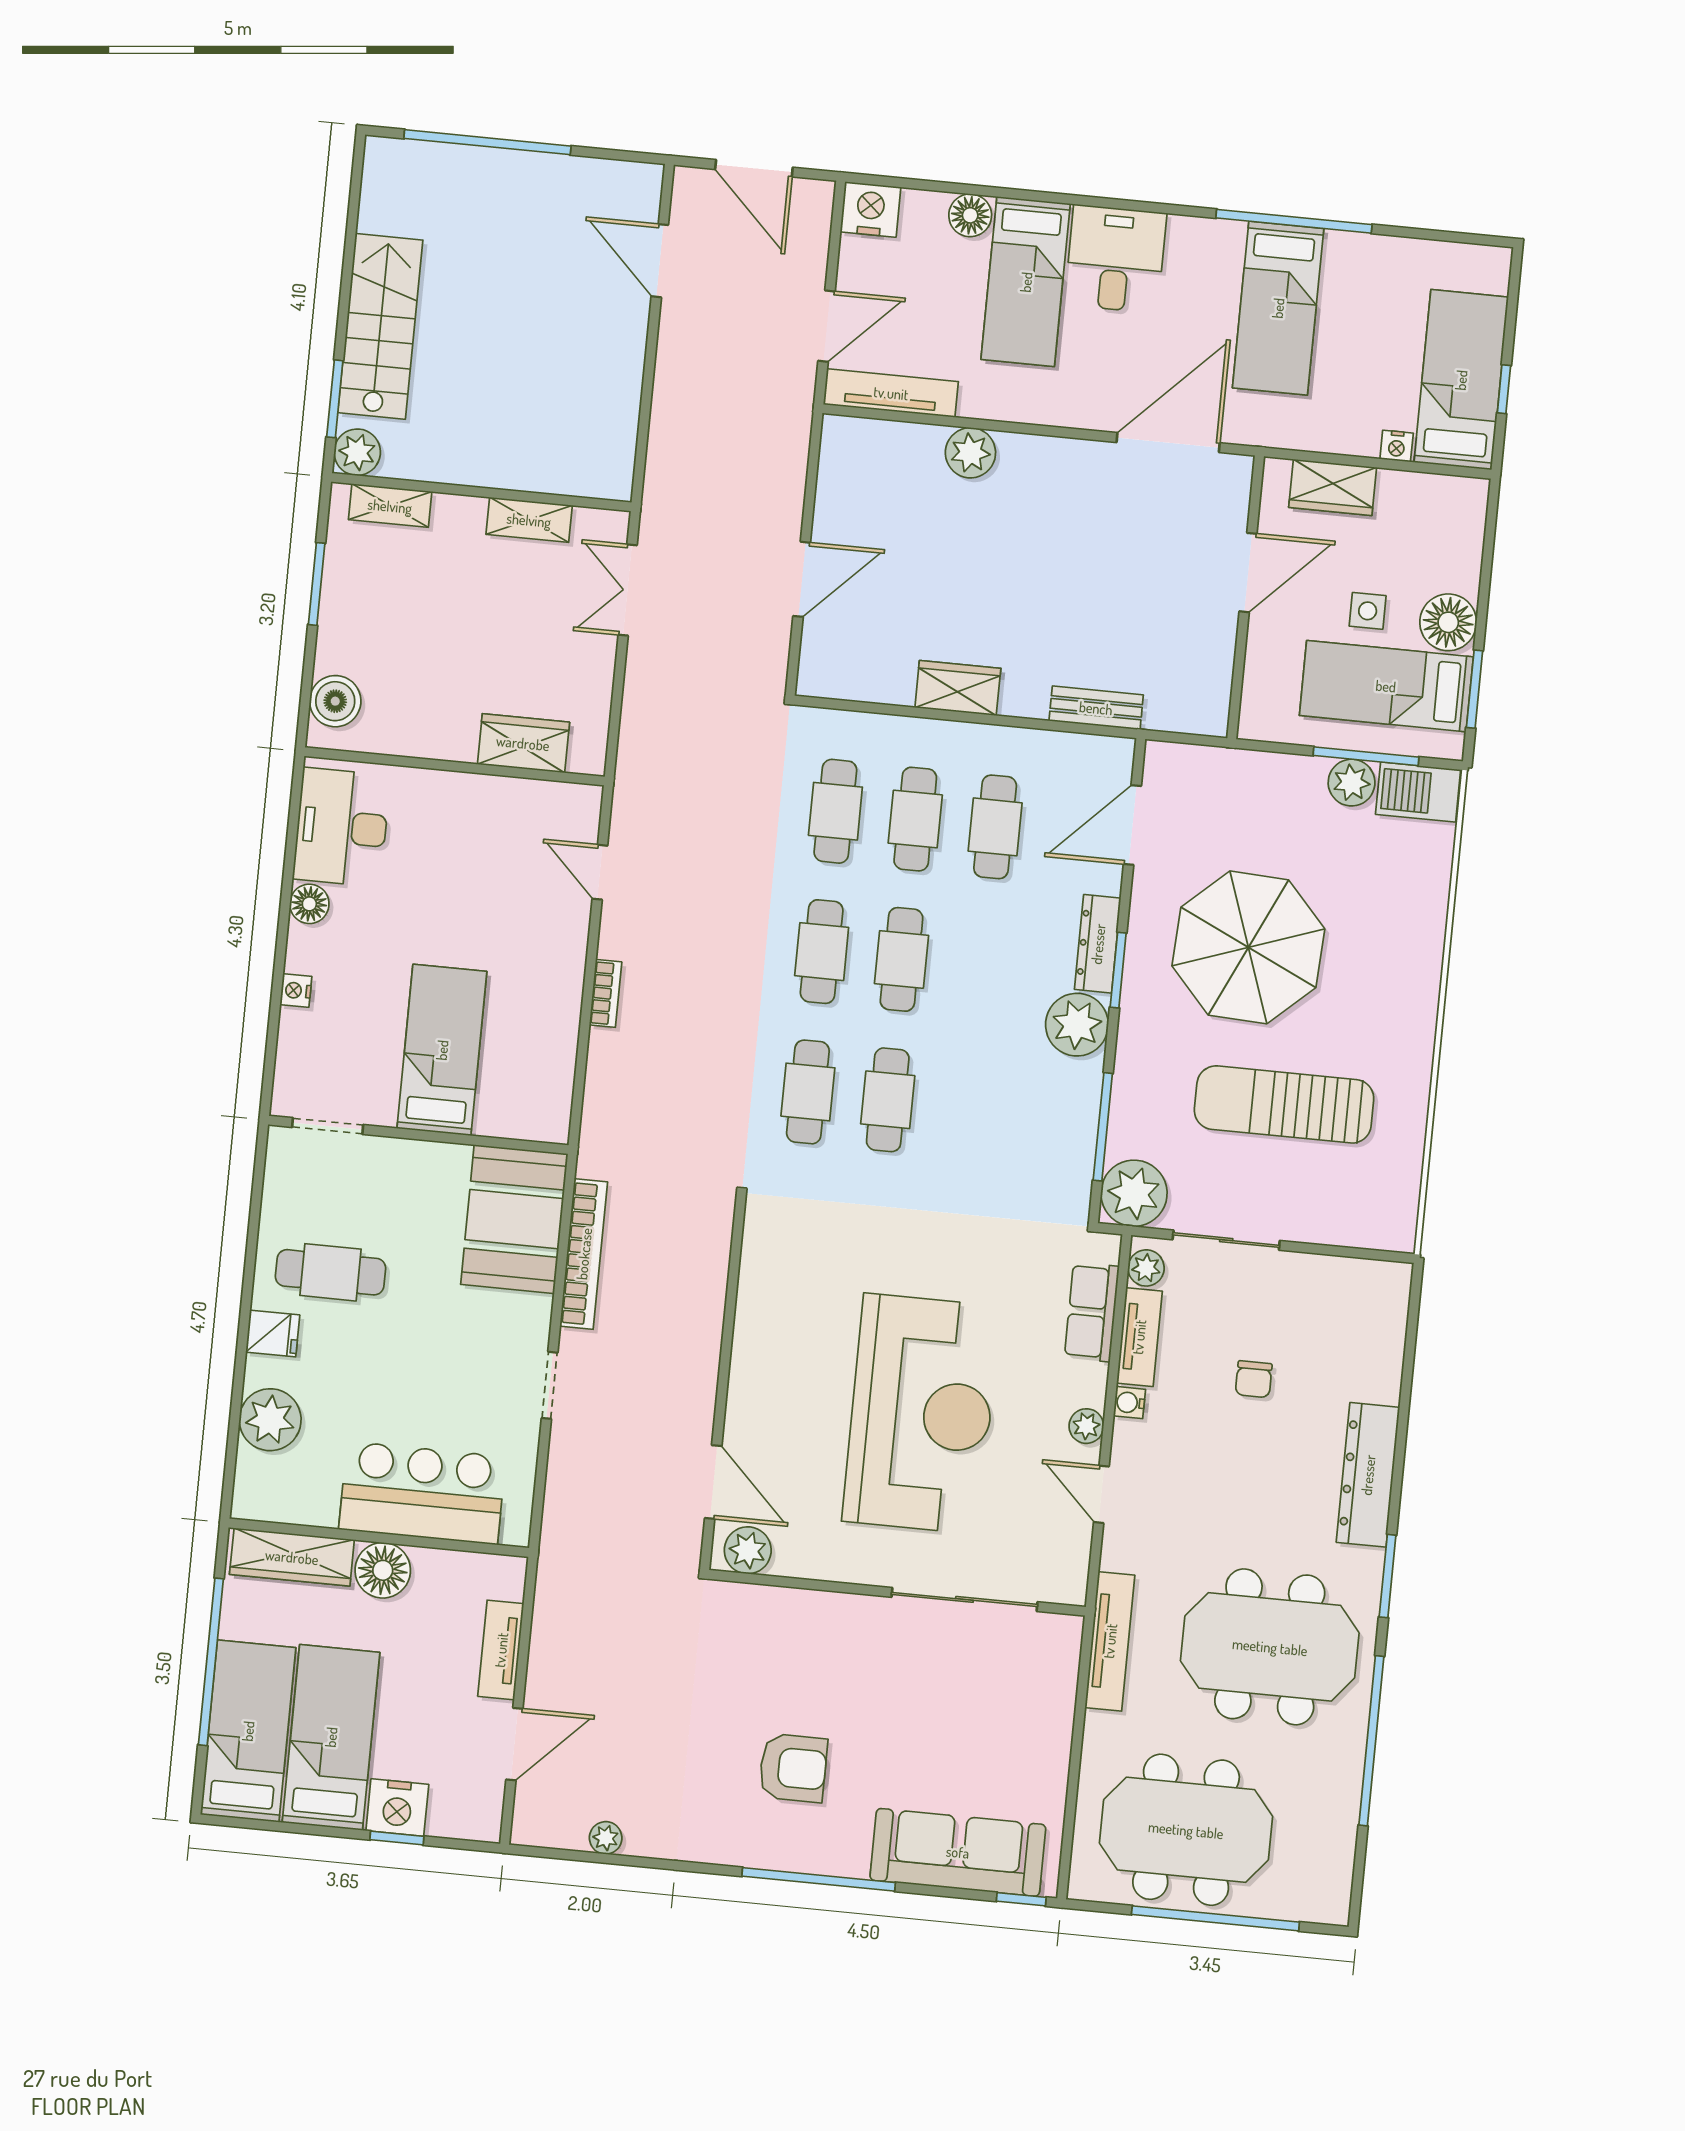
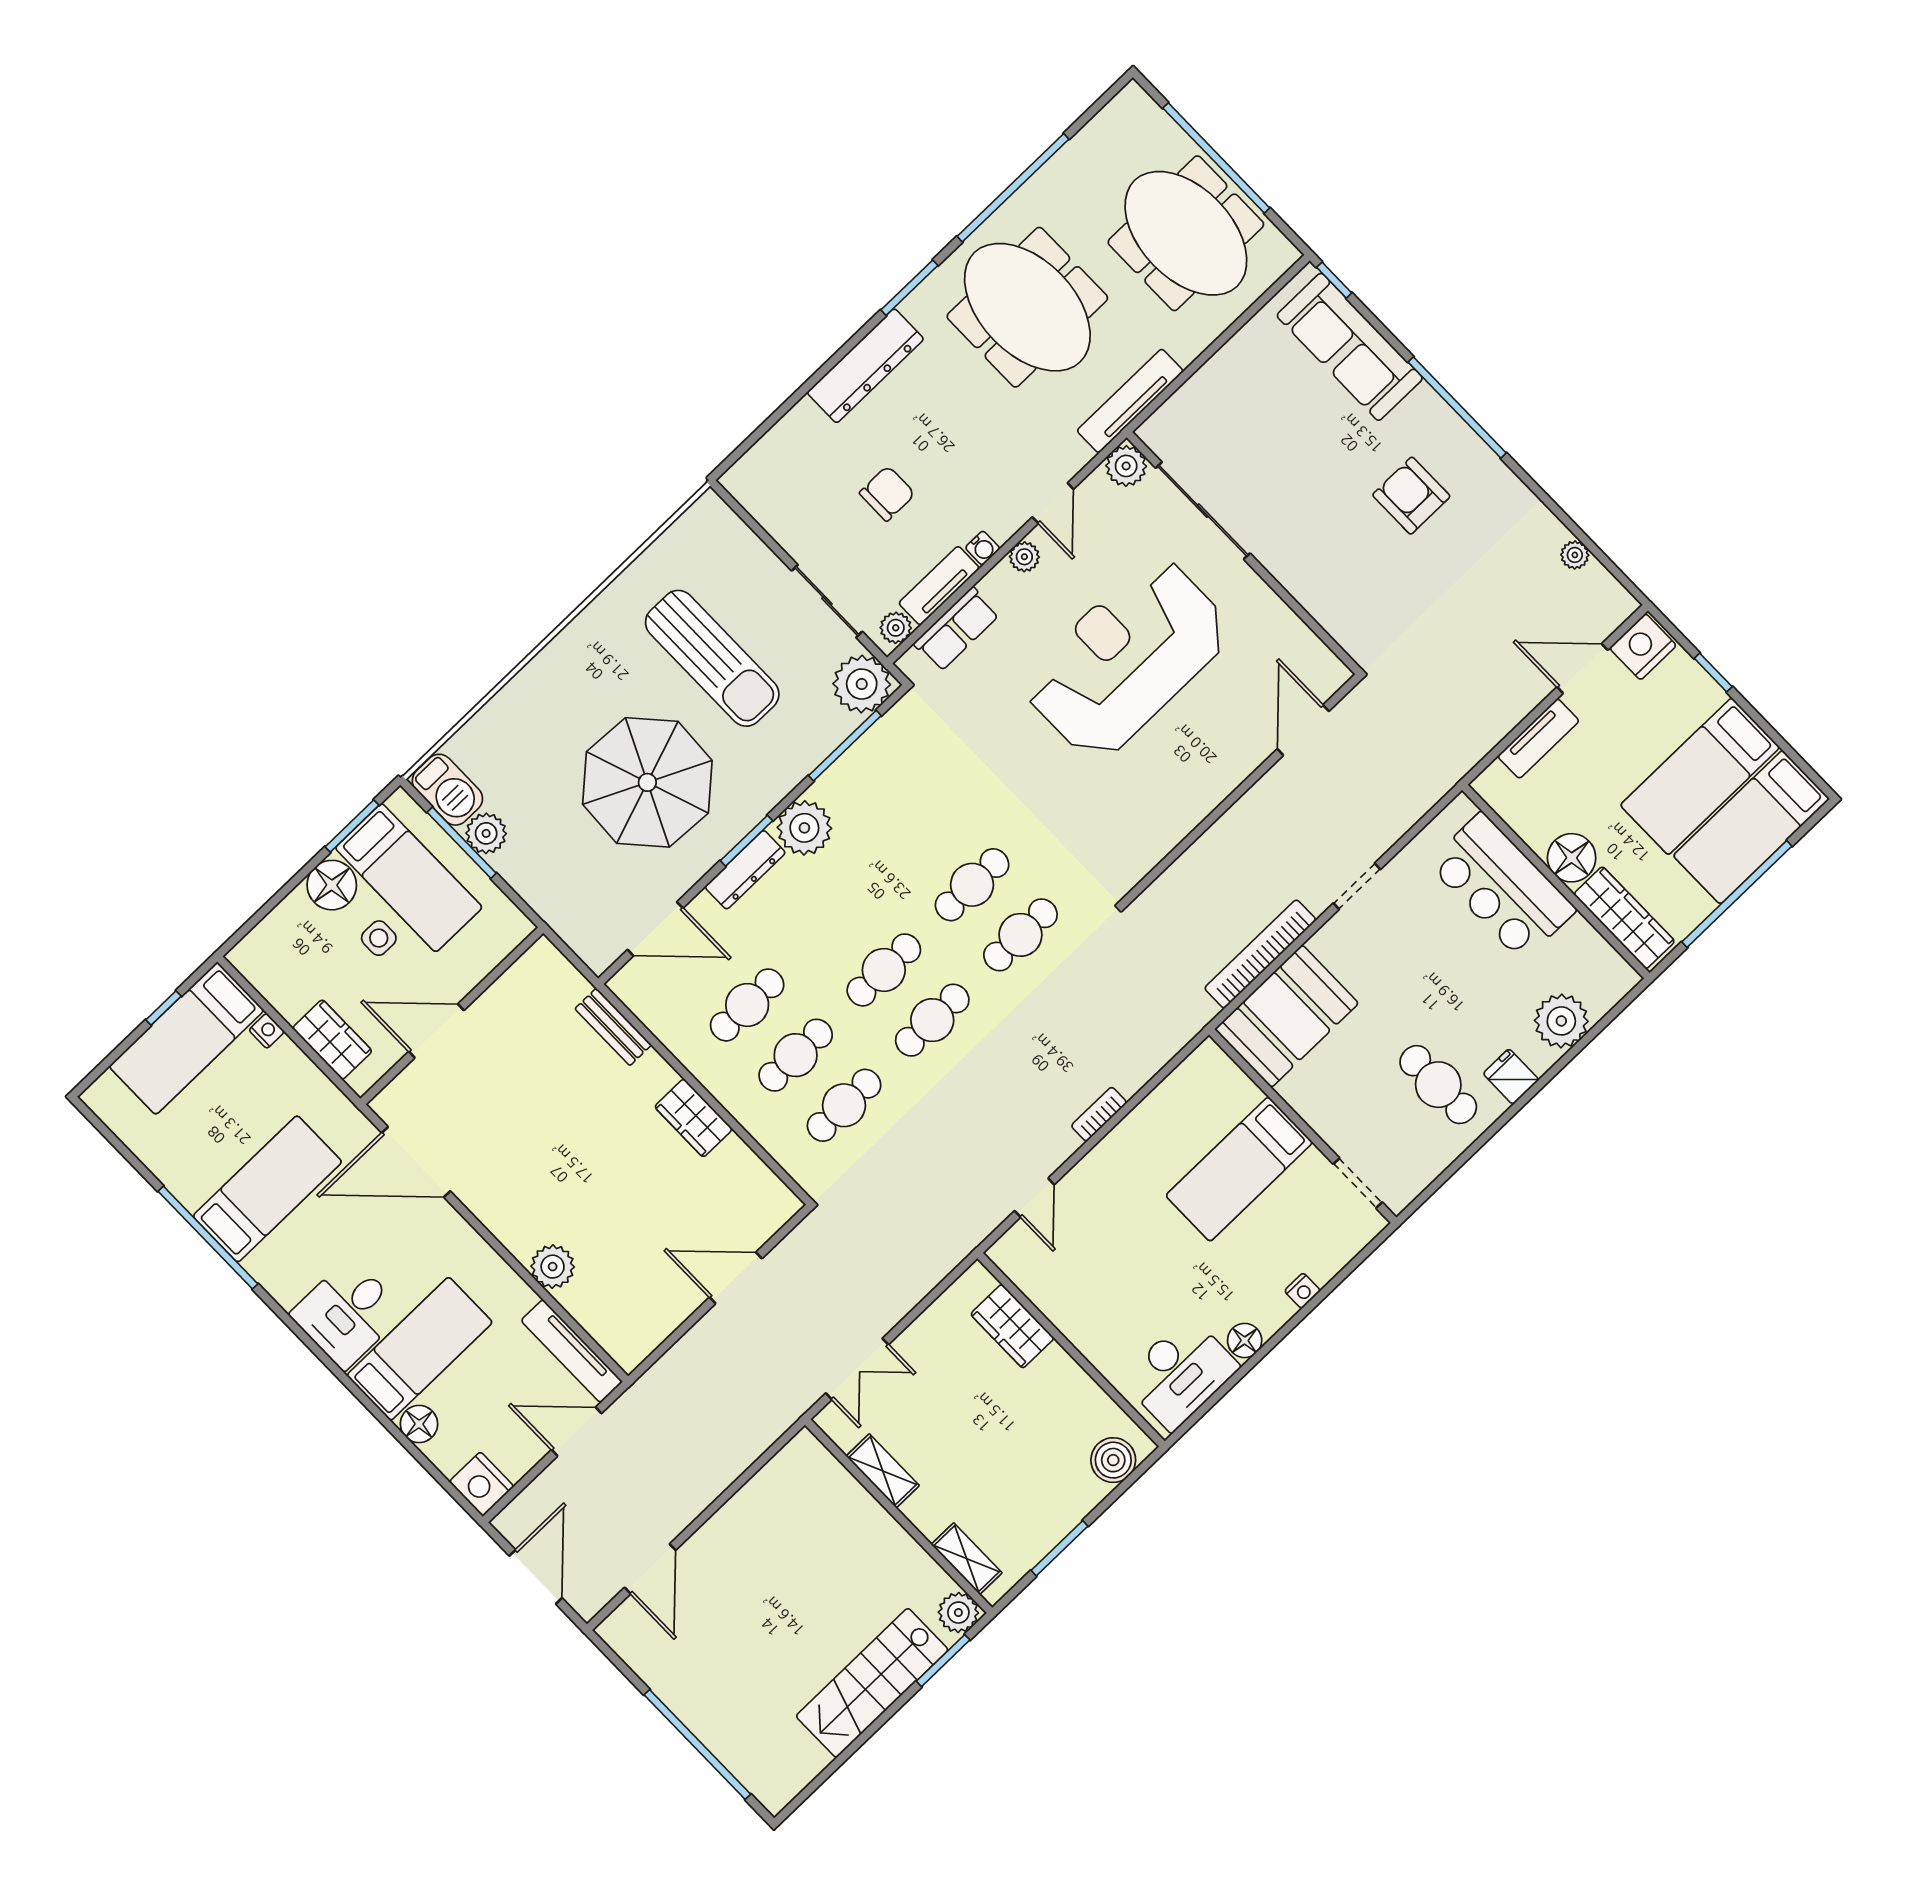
chair: (1254, 1379) -> (887, 493), width x1.37, depth x1.37
plant: (748, 1550) -> (1126, 466), moved
nightstand: (397, 1808) -> (1643, 647), moved, turned -90

